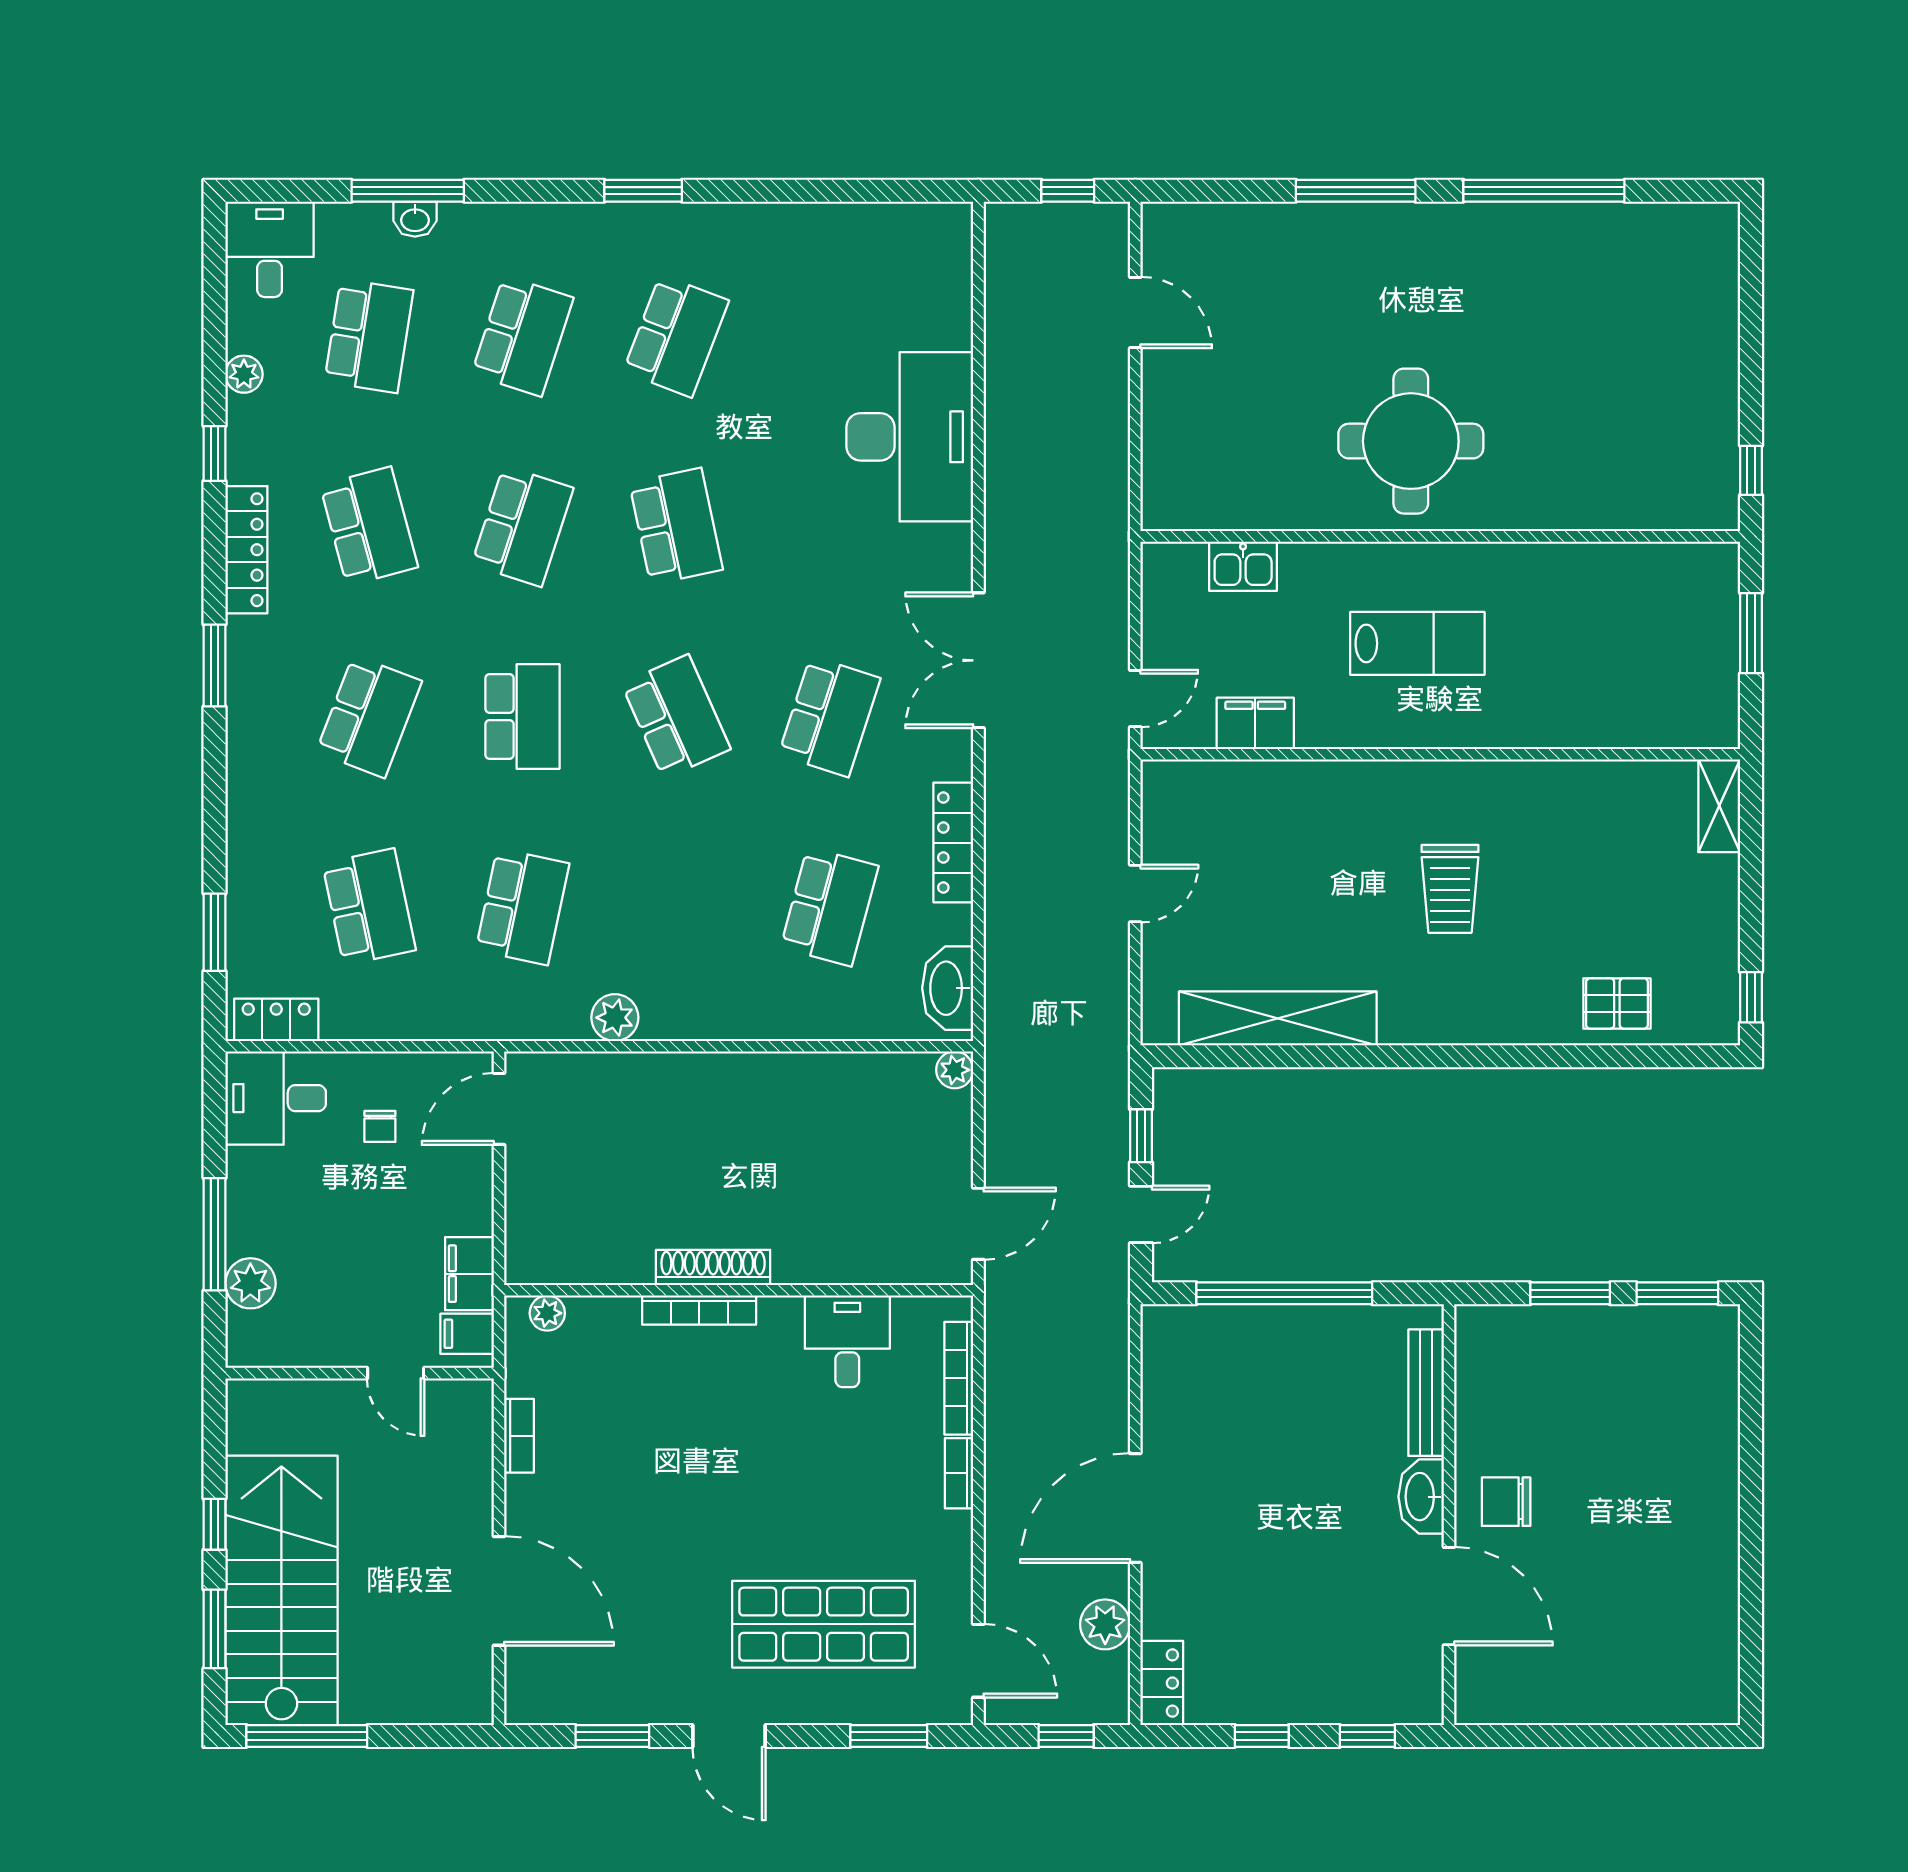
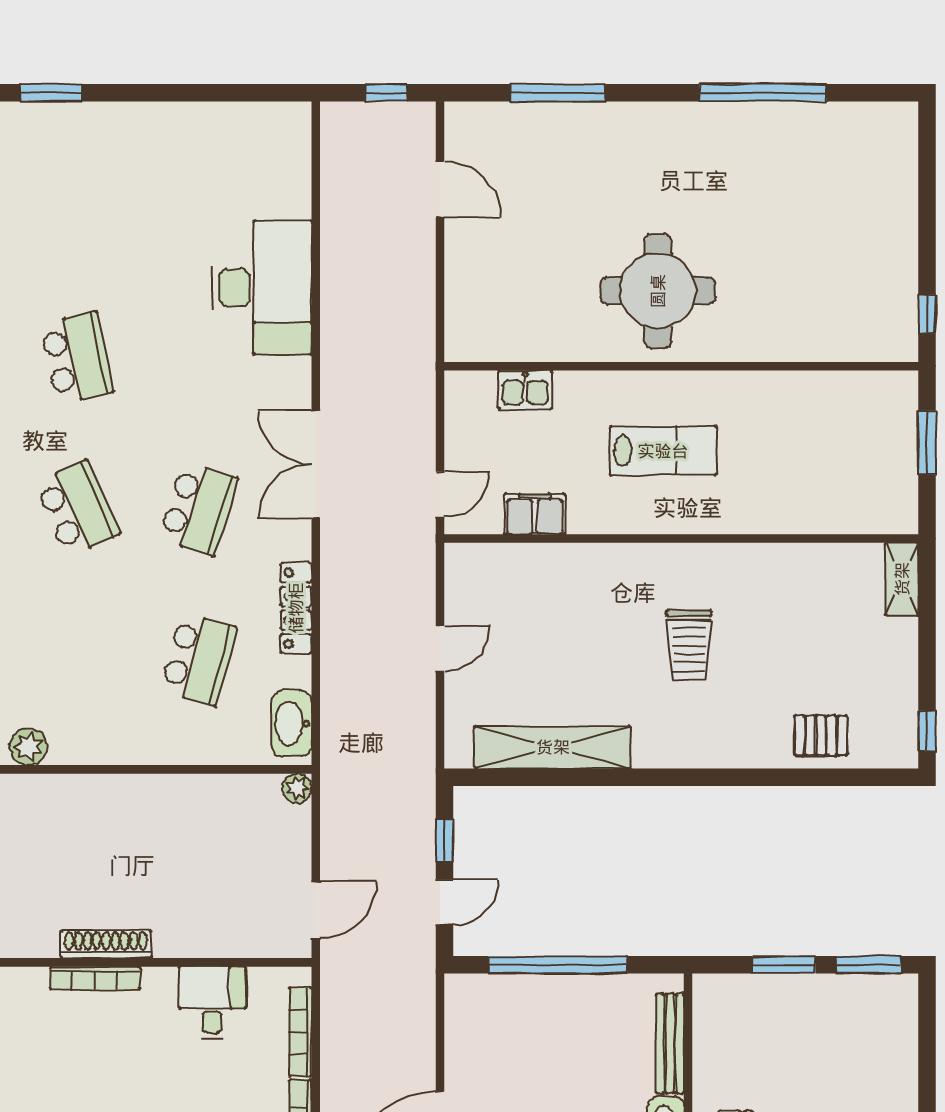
window: (1356, 191) -> (558, 93), moved
school desk: (676, 336) -> (77, 208), removed

